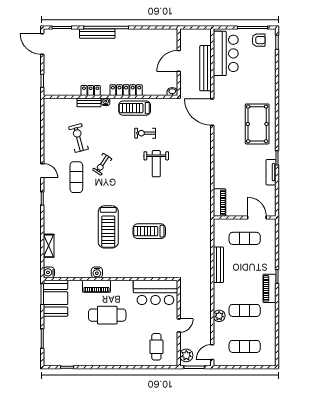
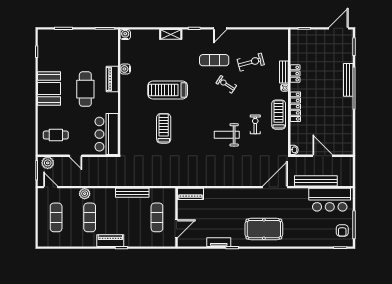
shelving: (49, 246) -> (171, 34), moved
water cooler: (97, 272) -> (125, 69), moved
booth: (56, 298) -> (49, 89), moved, turned 90

